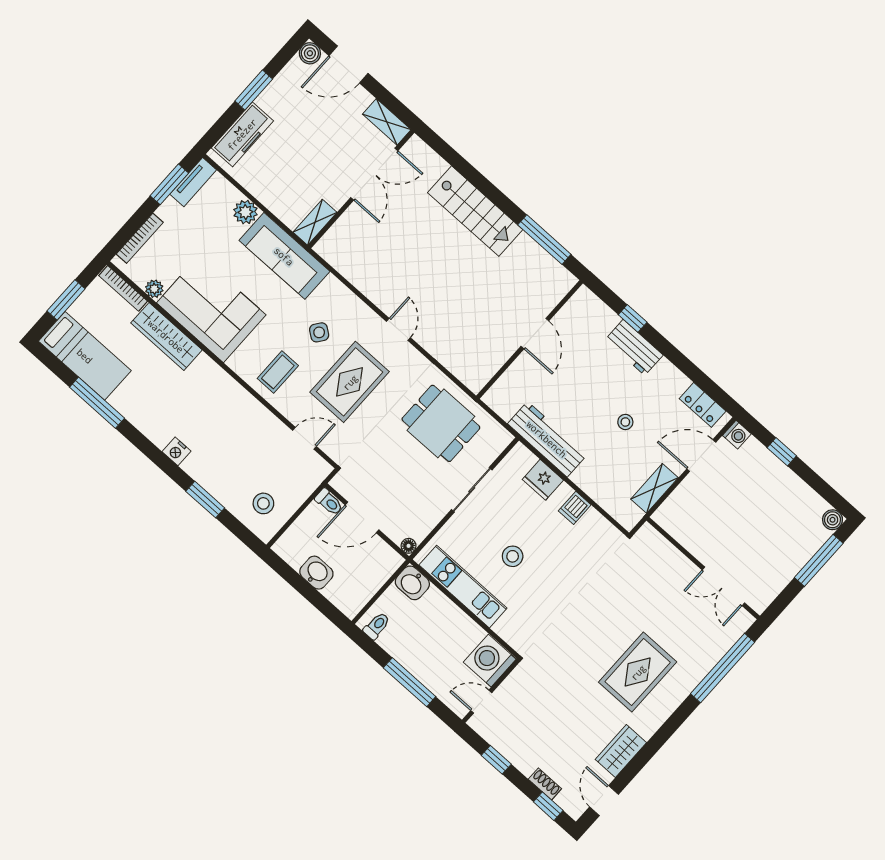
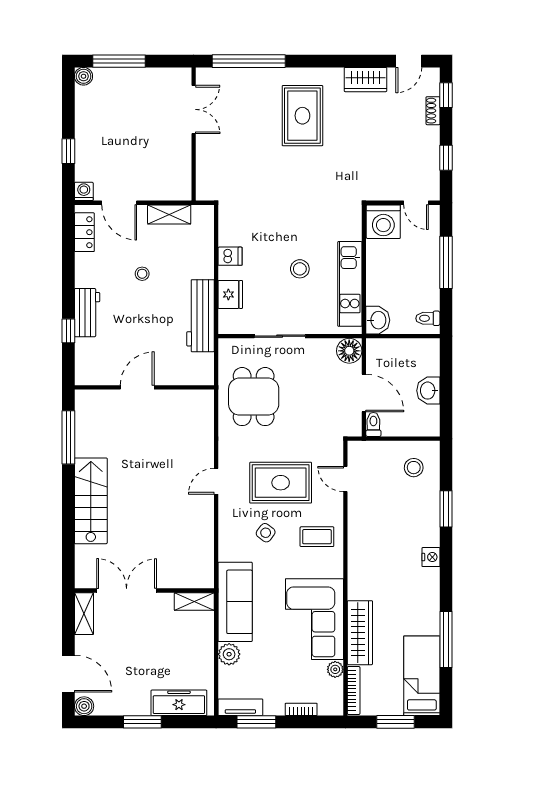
bookcase: (140, 238) -> (301, 709), width x0.64
floor lamp: (409, 546) -> (349, 351), width x1.89, depth x1.89
rug: (638, 672) -> (302, 116), turned 90

